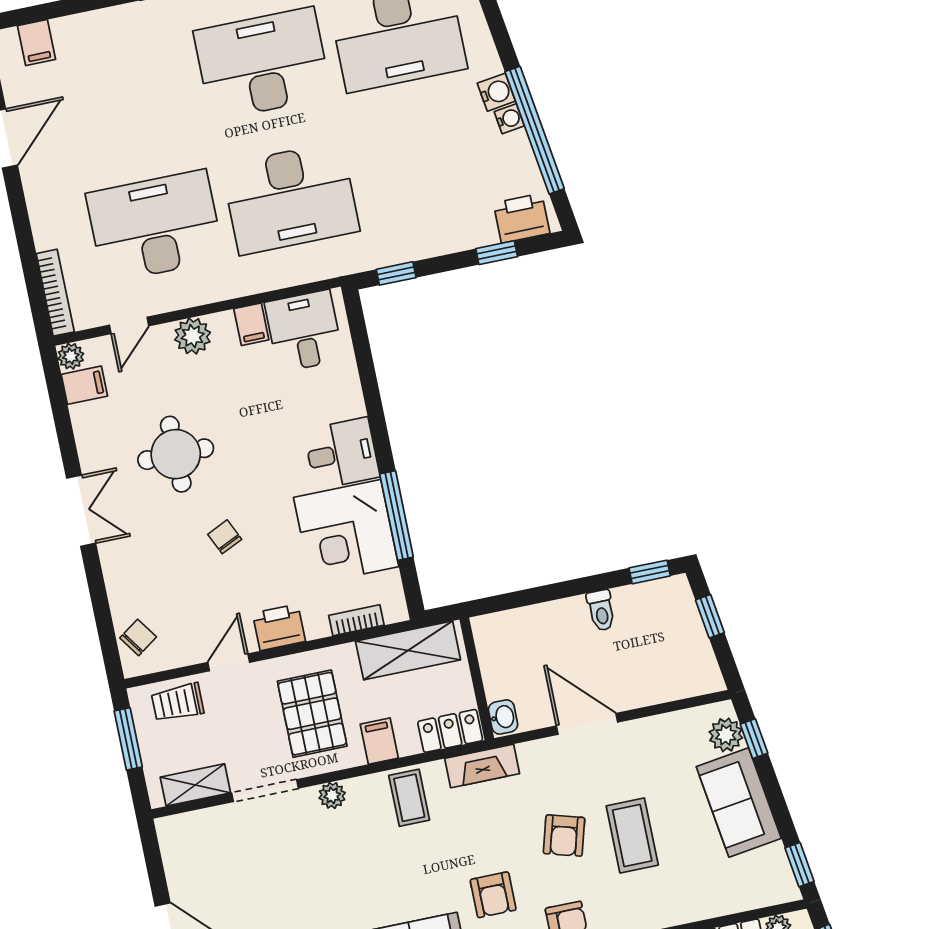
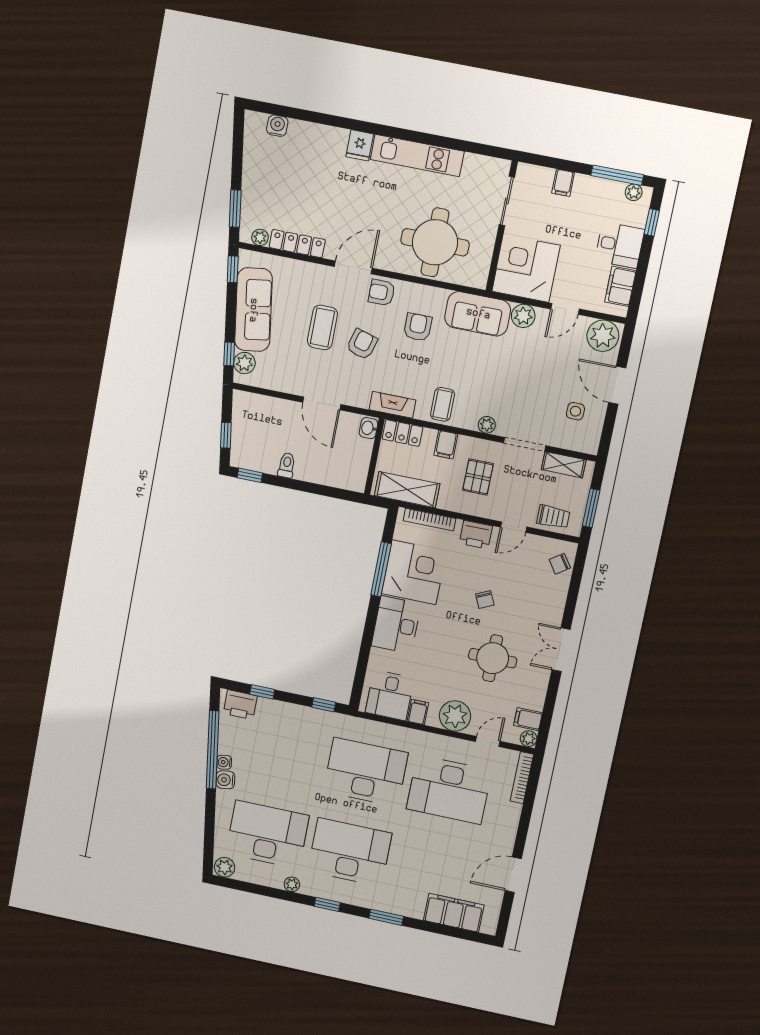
filing cabinet: (37, 43) -> (454, 913), width x3.00, depth x1.17
desk: (263, 64) -> (350, 852), turned 180
plant: (193, 336) -> (455, 716), width x1.36, depth x1.36
desk: (342, 453) -> (396, 625), width x1.37
bookcase: (356, 620) -> (430, 520), width x1.56
pallet: (312, 714) -> (478, 477), width x0.67, depth x0.71
sofa: (739, 802) -> (253, 310), width x1.36
side table: (212, 870) -> (575, 411), added

